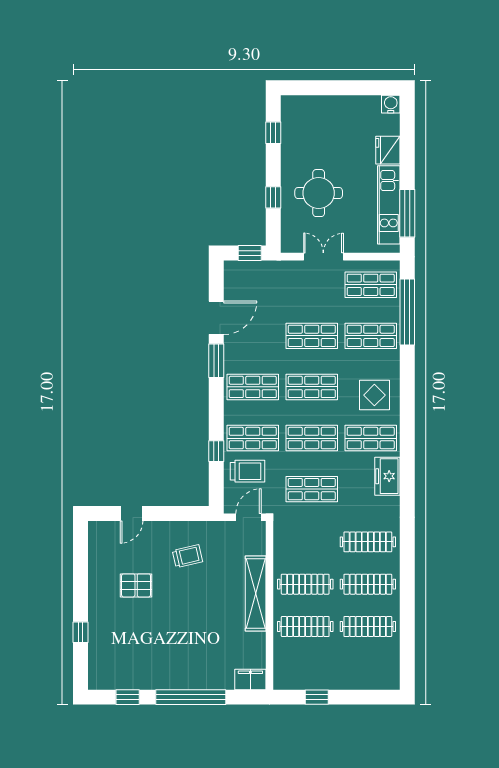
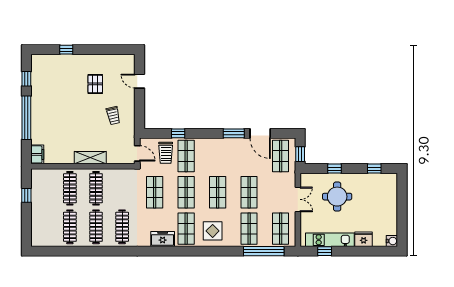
window: (407, 213) -> (325, 251), width x0.46
shop shelf: (253, 387) -> (281, 156), moved
shelving: (256, 593) -> (90, 158), width x0.68

